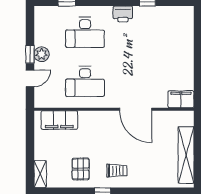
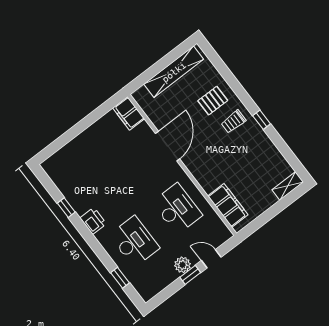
pallet: (81, 169) -> (213, 101), moved
trolley: (117, 171) -> (233, 122), turned -90

